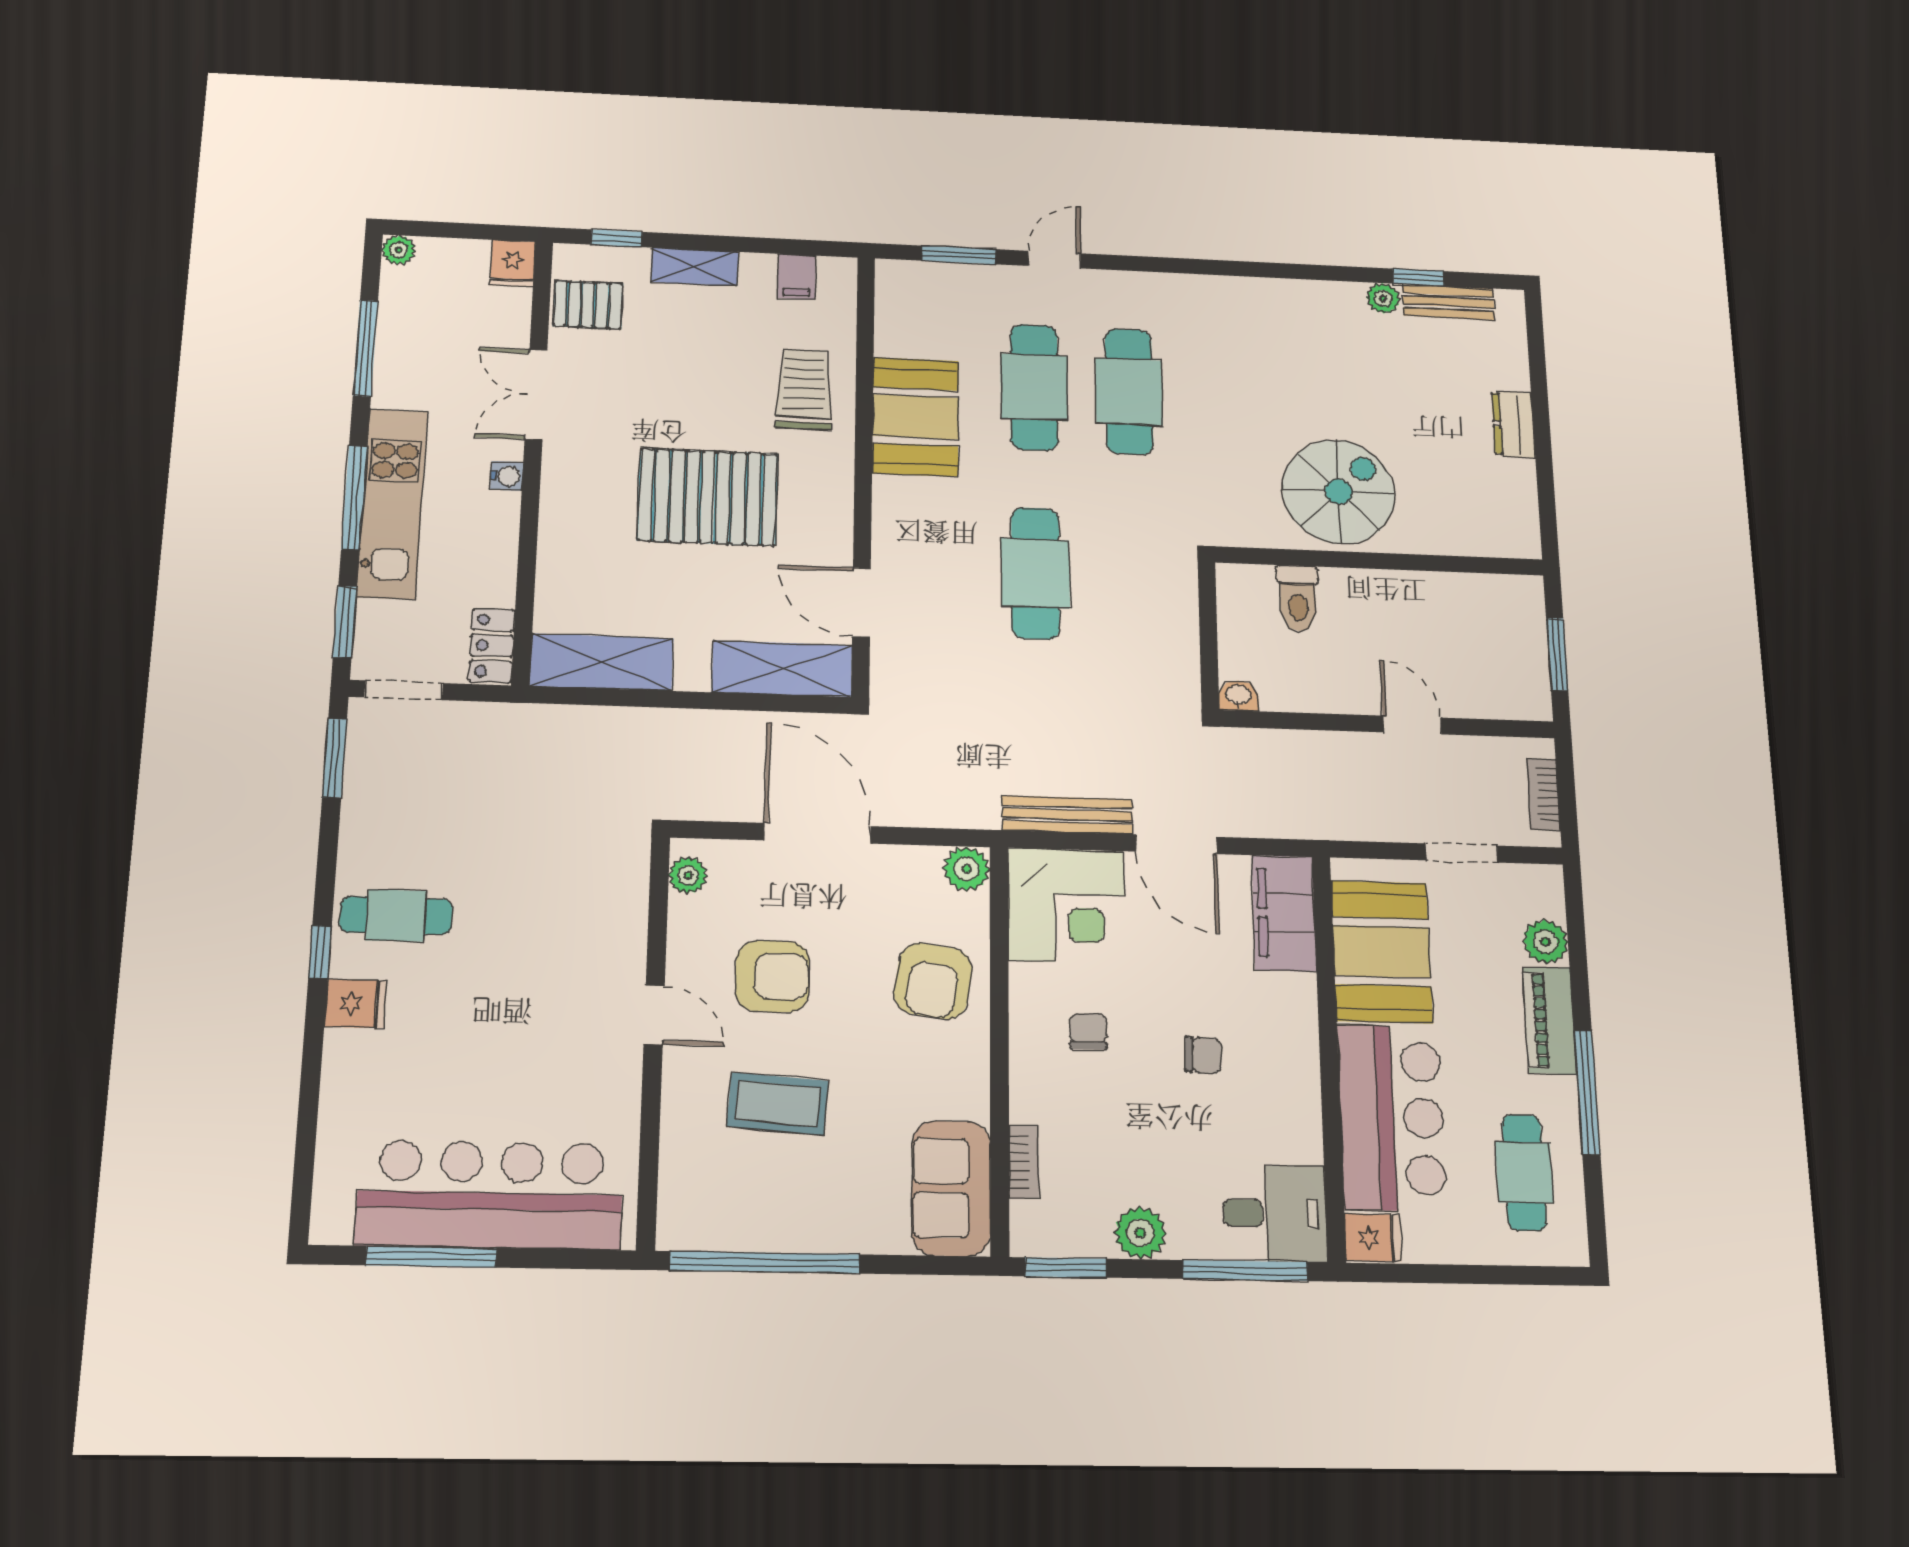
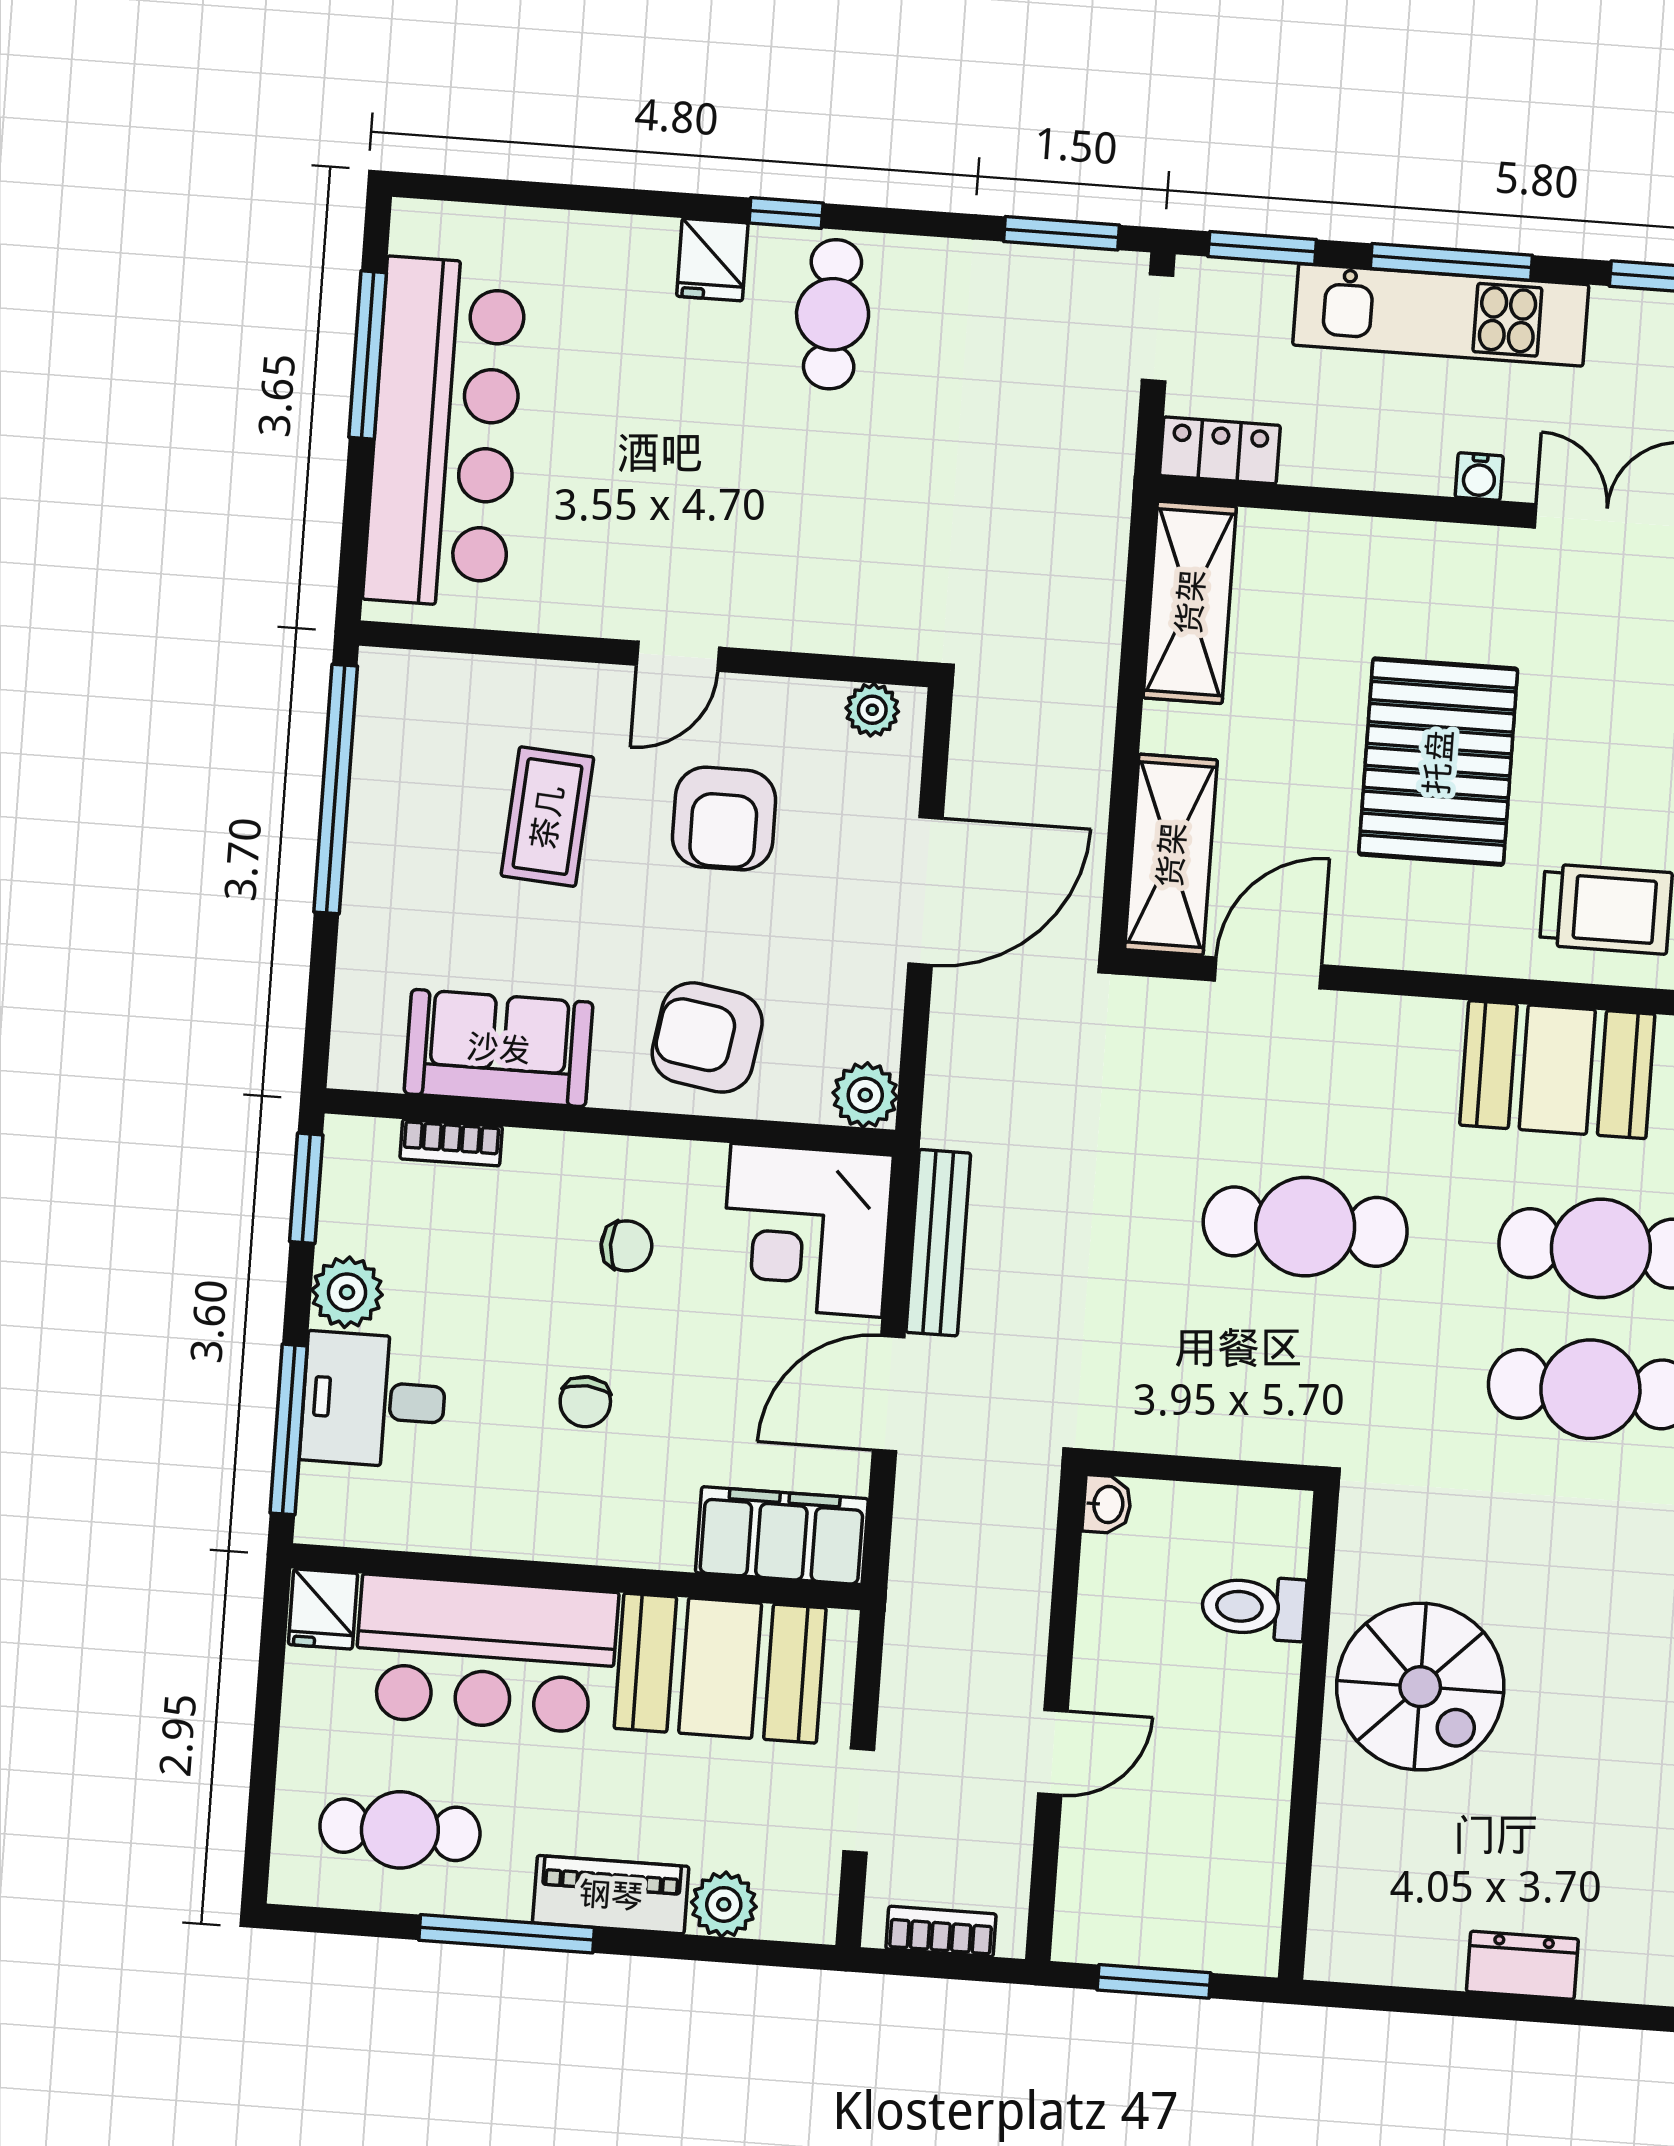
sofa: (951, 1188) -> (499, 1048), moved
desk: (1275, 1213) -> (374, 1400), moved, turned 90

